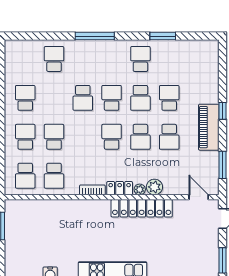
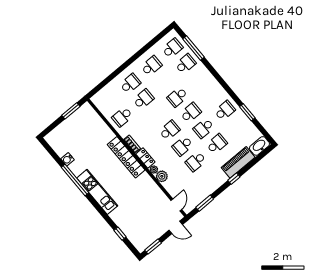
window: (95, 36) -> (193, 48), moved
washbasin: (210, 53) -> (259, 146), added
piano: (209, 127) -> (238, 162), moved
school desk: (25, 176) -> (172, 48), moved, turned 180
locker: (142, 208) -> (126, 157), moved

